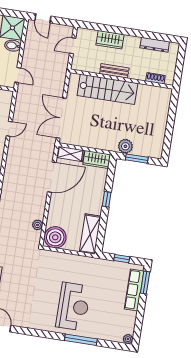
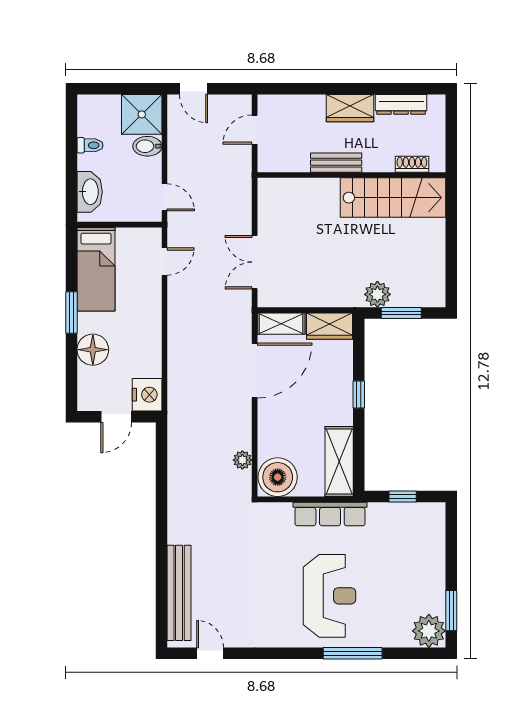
wardrobe: (110, 40) -> (350, 108), moved
stairs: (107, 89) -> (393, 198), moved
double door: (61, 118) -> (255, 262), width x0.73
door: (9, 129) -> (164, 262), moved
window: (145, 282) -> (451, 611), moved
row of seats: (134, 290) -> (330, 514), moved, turned -90
plant: (128, 339) -> (429, 631), width x1.88, depth x1.88

